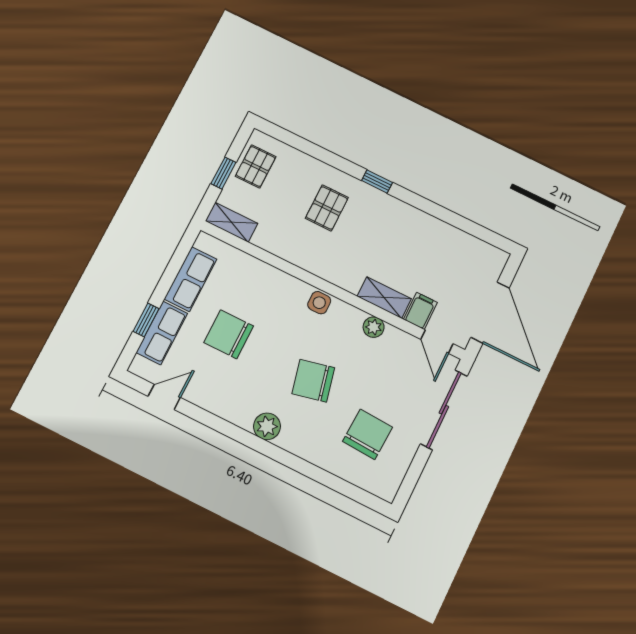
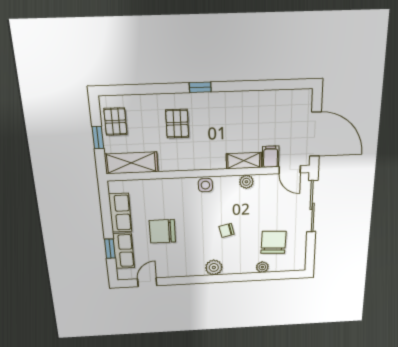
shelving: (231, 222) -> (131, 163), width x1.50, depth x1.33
chair: (313, 381) -> (227, 230), width x0.54, depth x0.54
plant: (334, 464) -> (262, 267), added

